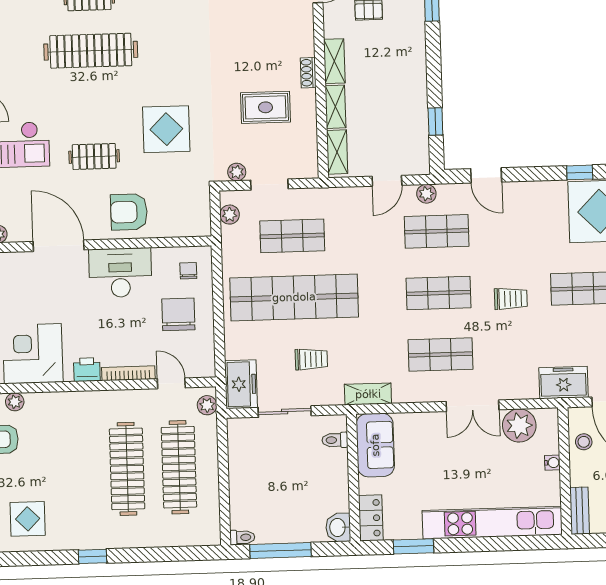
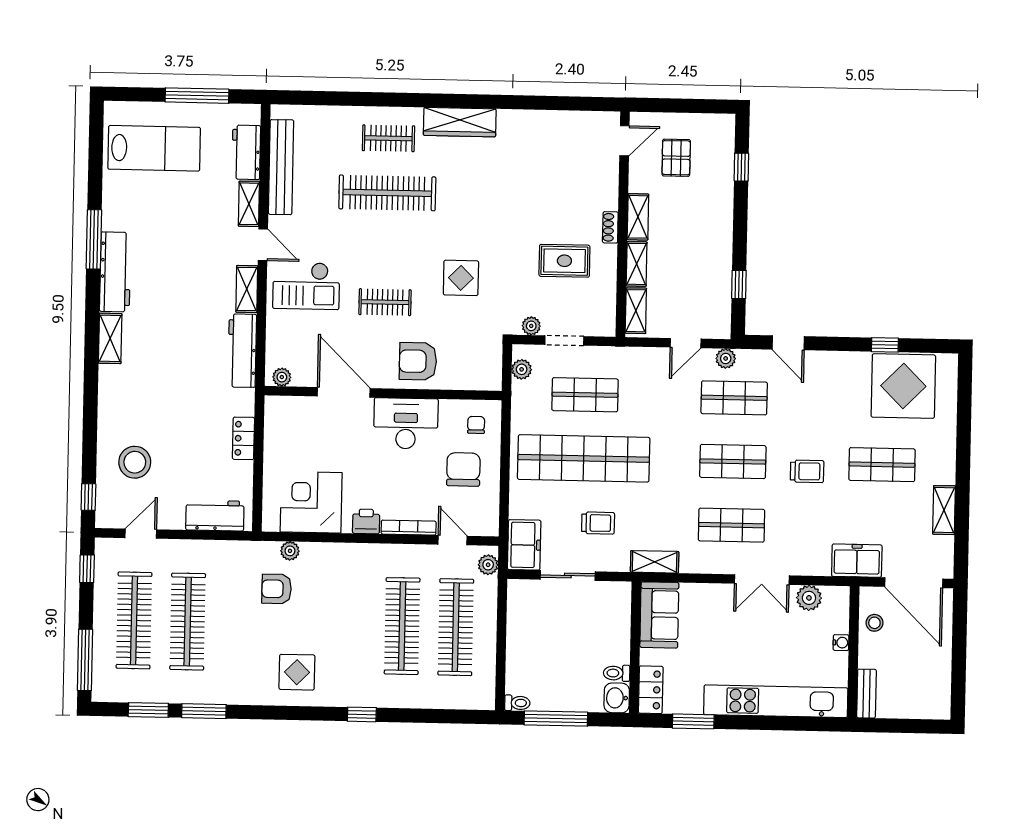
display table: (166, 129) -> (461, 278), width x0.73, depth x0.73
plant: (519, 425) -> (809, 598), width x0.73, depth x0.73
toilet: (335, 440) -> (617, 673), moved

